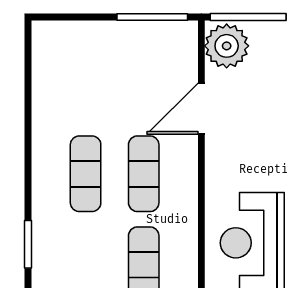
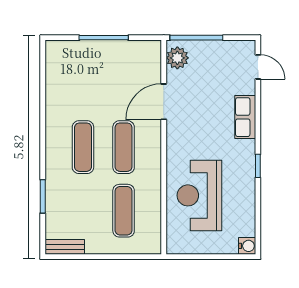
window: (152, 17) -> (104, 38), moved
plant: (227, 46) -> (177, 58), width x0.73, depth x0.73

